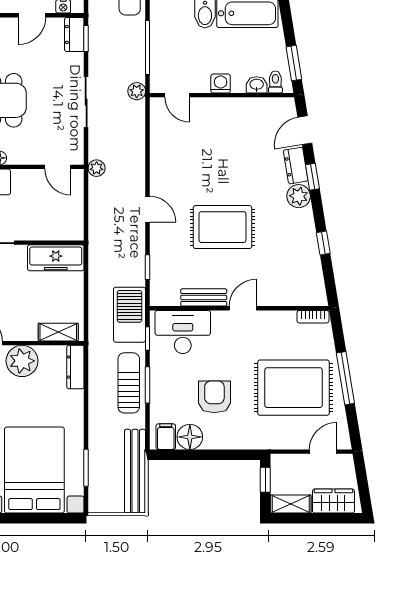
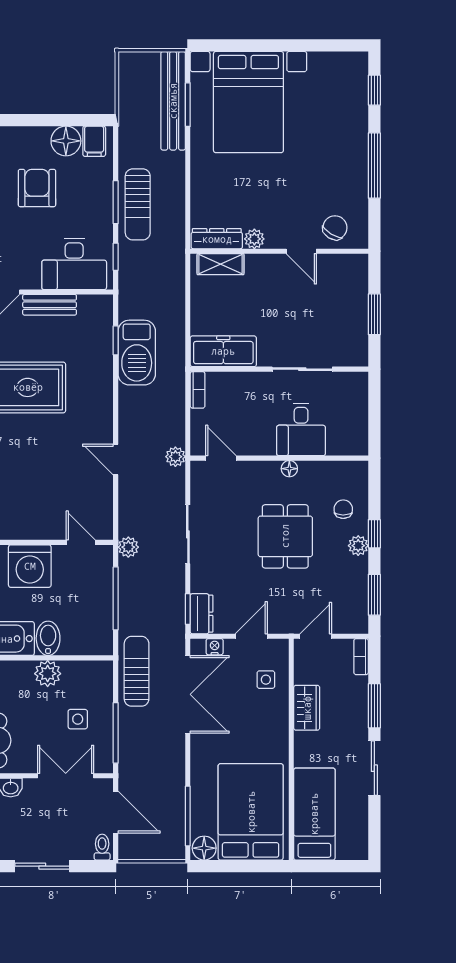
washing machine: (221, 84) -> (30, 566), width x1.89, depth x1.89
door: (148, 209) -> (116, 459), moved
bookcase: (78, 225) -> (198, 390), added
barbecue: (130, 315) -> (137, 353), moved
plant: (22, 361) -> (254, 239), width x0.53, depth x0.53
dresser: (75, 367) -> (217, 239), moved, turned -90
armchair: (214, 397) -> (37, 188), turned 180
bench: (135, 471) -> (173, 101), moved

